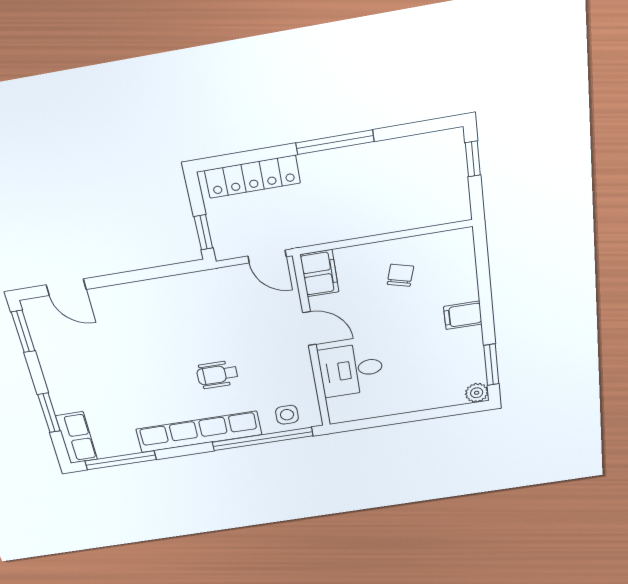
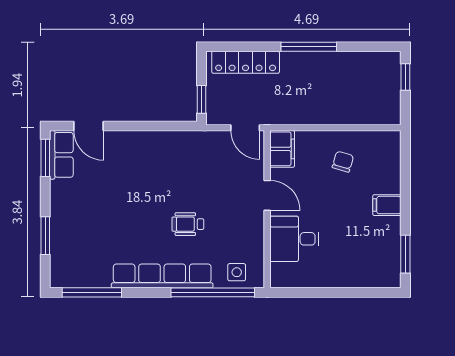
plant: (477, 393) -> (392, 279), removed
row of seats: (77, 438) -> (61, 155), moved

